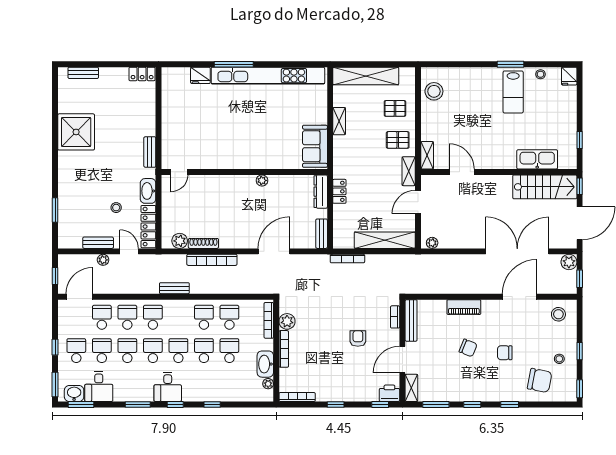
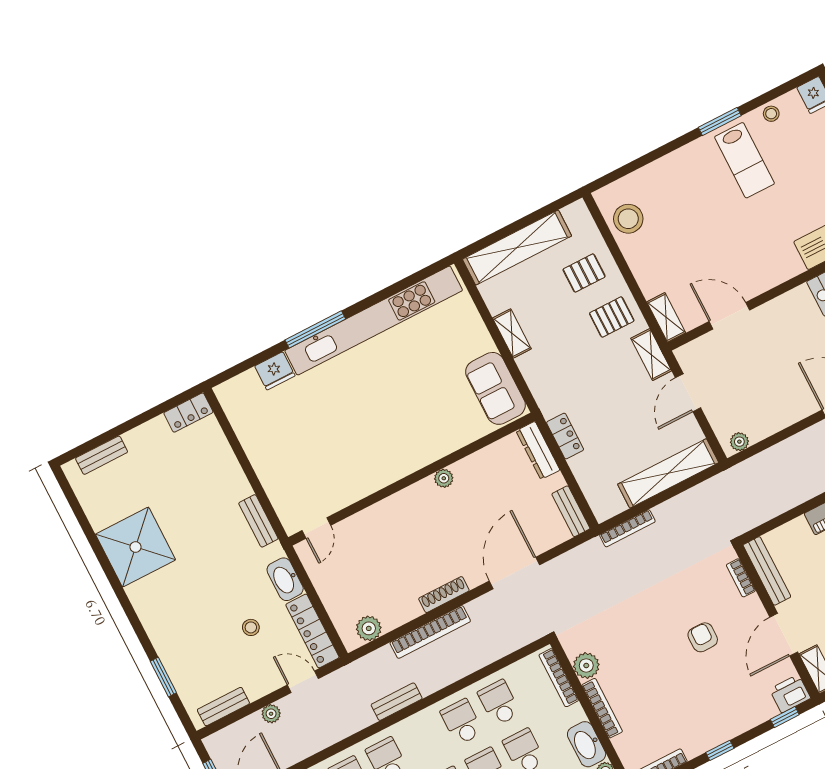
bench: (98, 243) -> (223, 707), moved
shoe rack: (203, 243) -> (444, 595), moved

